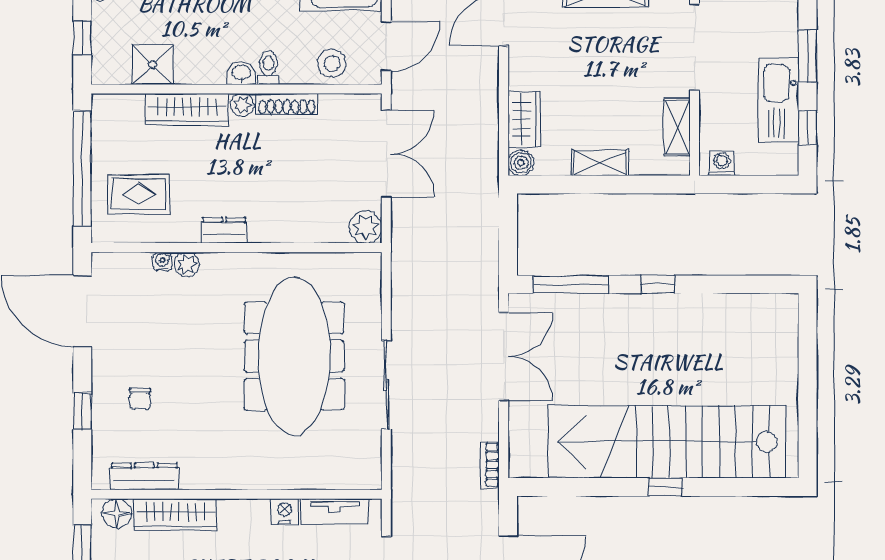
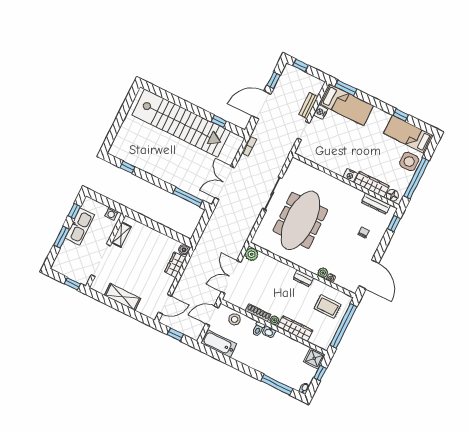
shower: (153, 64) -> (314, 358), moved
shelving: (600, 163) -> (155, 236), removed
window: (657, 284) -> (128, 167), moved
window: (82, 411) -> (394, 224), moved
window: (665, 487) -> (219, 121), moved
nightstand: (285, 512) -> (350, 175), moved
tv unit: (335, 512) -> (313, 157), removed

